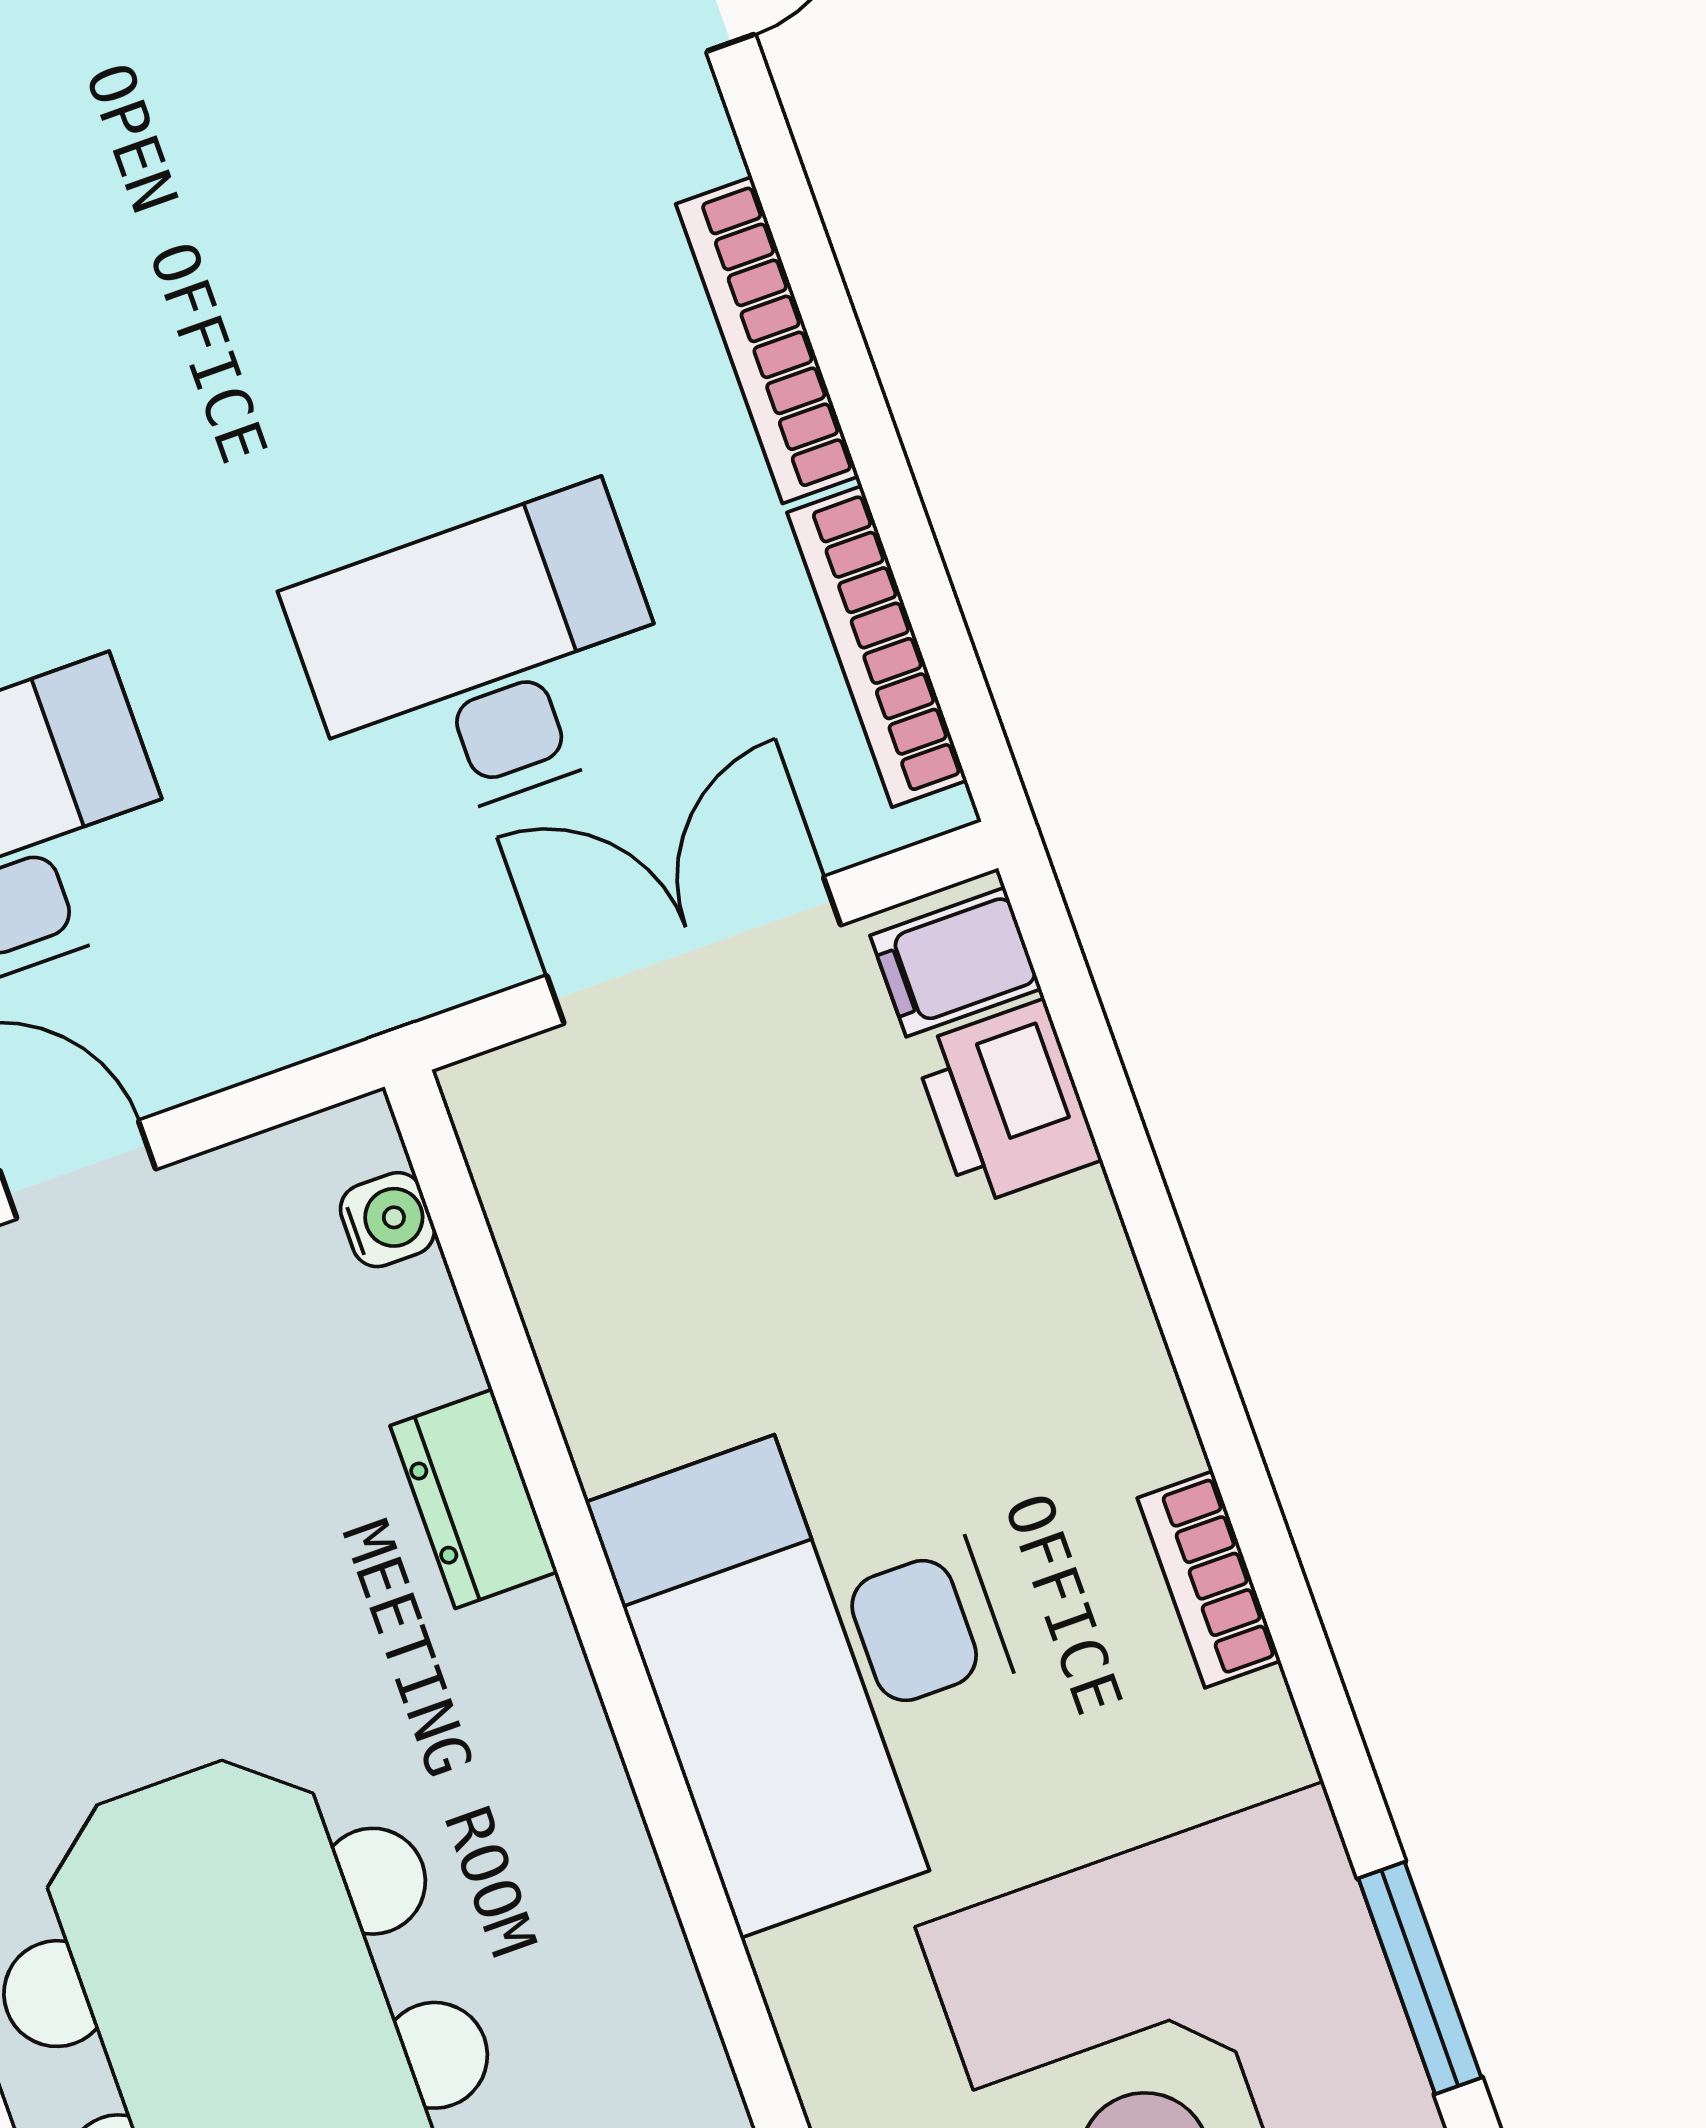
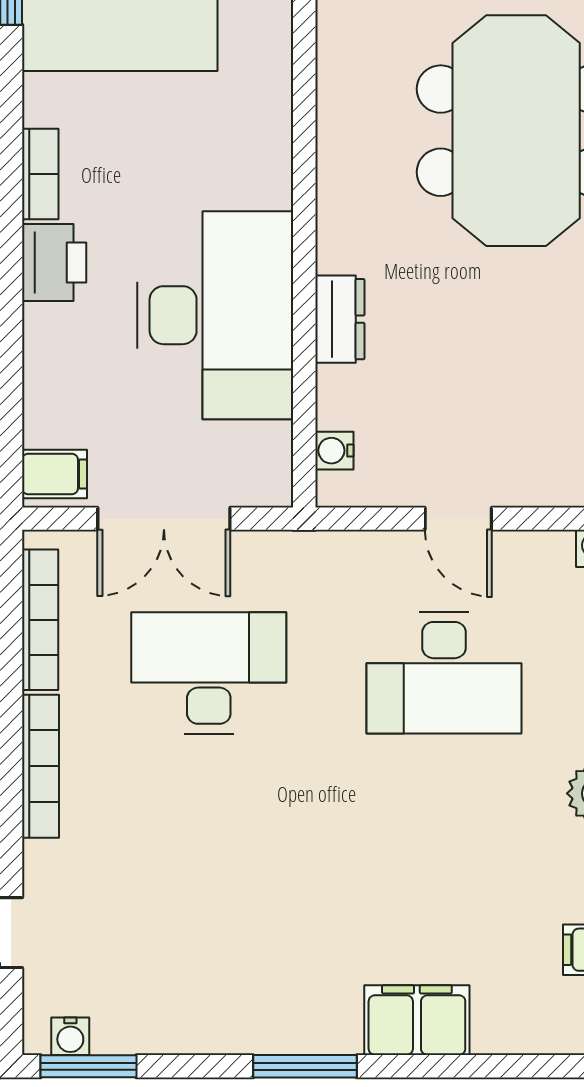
desk: (485, 661) -> (209, 673), turned 180
printer: (1007, 1103) -> (54, 262), moved
desk: (826, 1662) -> (215, 315), moved

